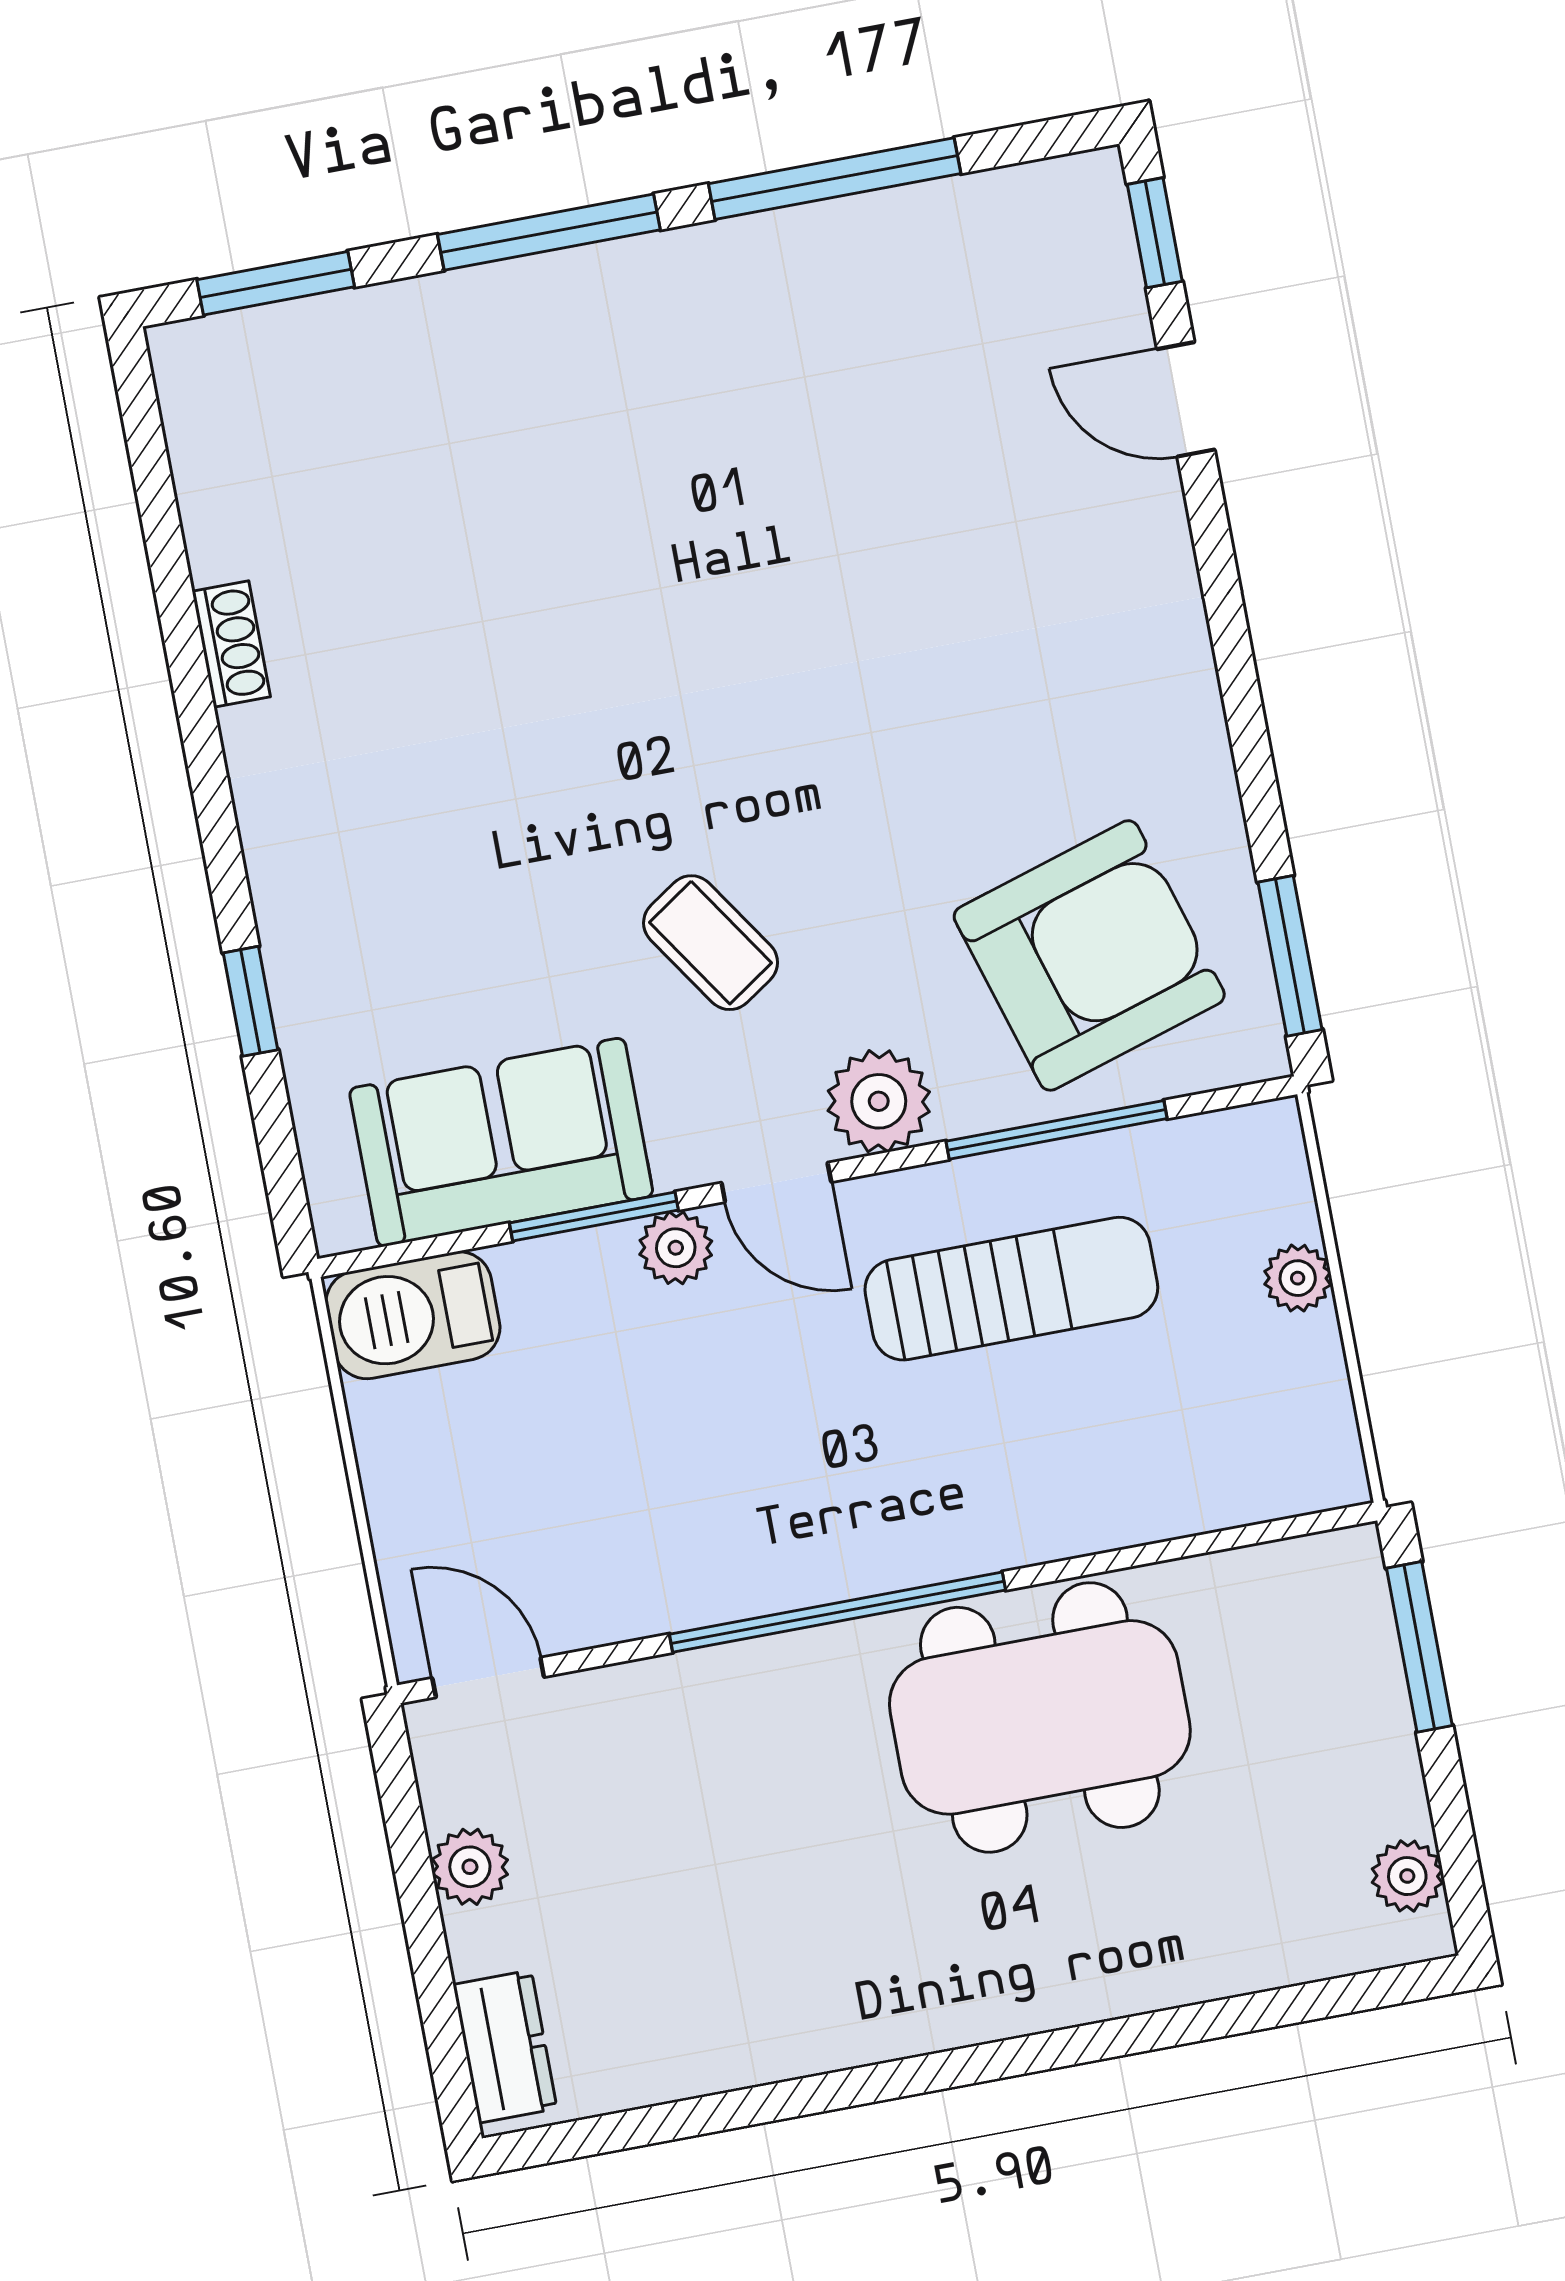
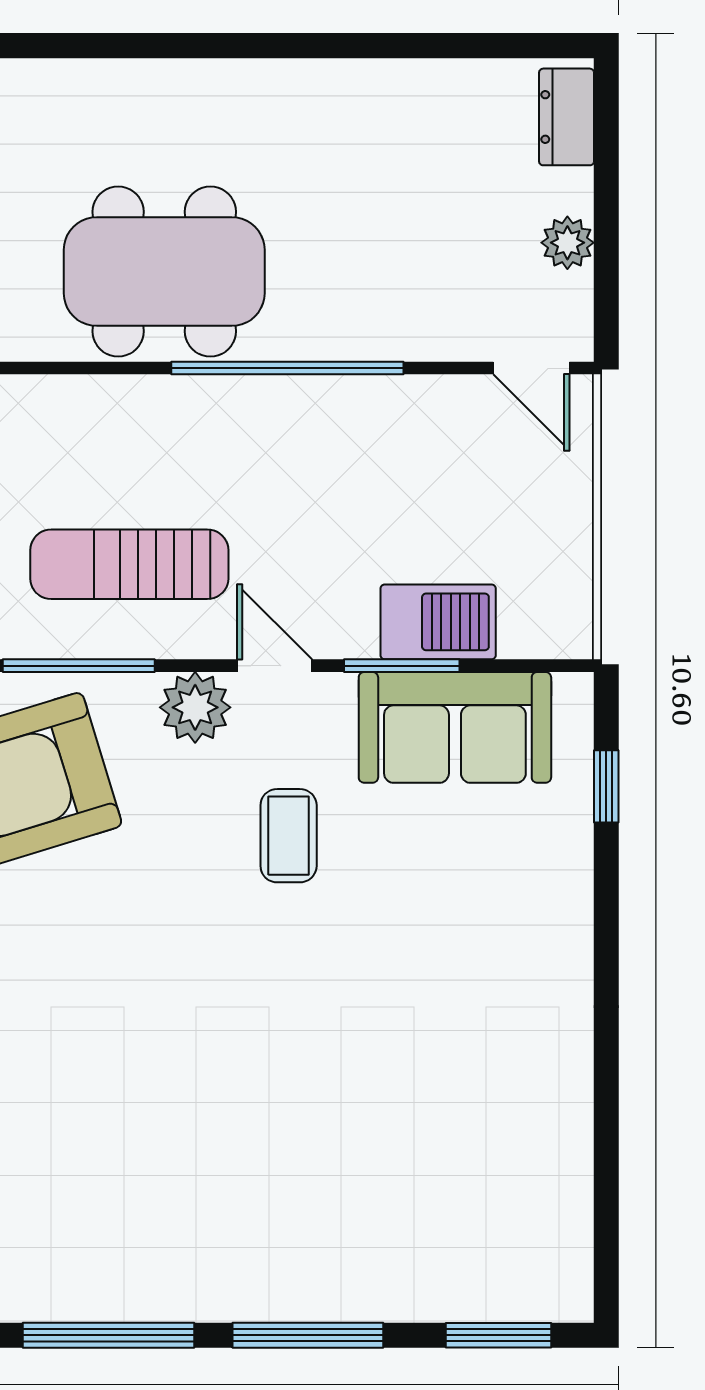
shoe rack: (231, 644) -> (574, 1098), removed
coffee table: (711, 943) -> (289, 836), turned 34
window: (251, 1001) -> (606, 786), moved
plant: (676, 1248) -> (351, 634), removed
barbecue: (413, 1315) -> (438, 622), moved

